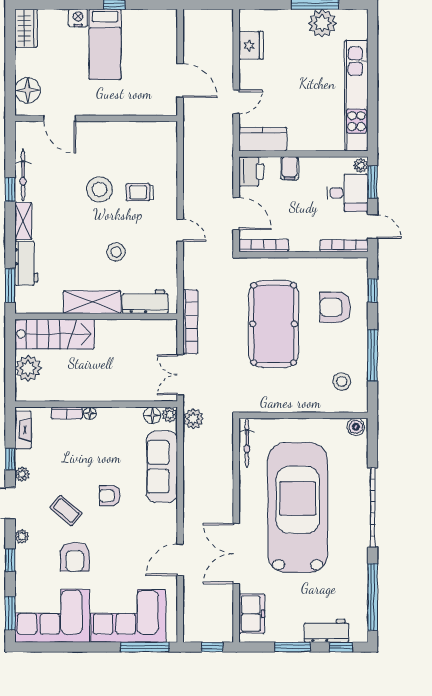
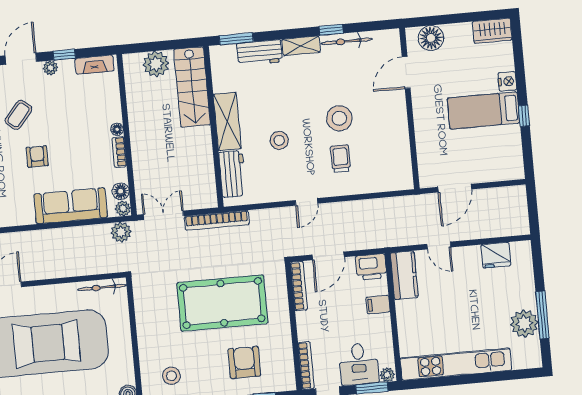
bookcase: (67, 413) -> (119, 152), moved

